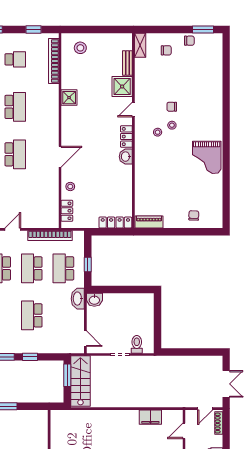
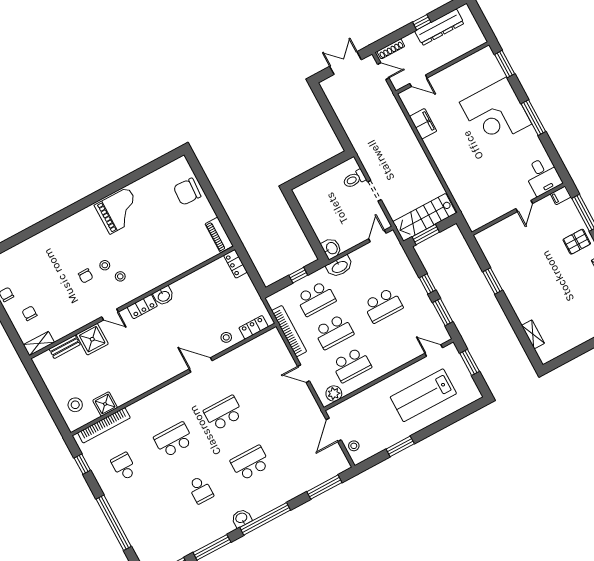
shower: (69, 98) -> (105, 404), moved
chair: (194, 215) -> (187, 192), width x1.87, depth x1.87
locker: (115, 223) -> (235, 264), width x0.66

